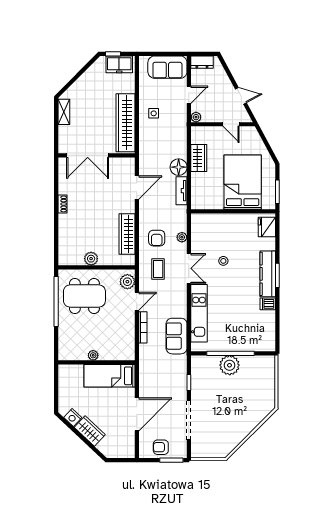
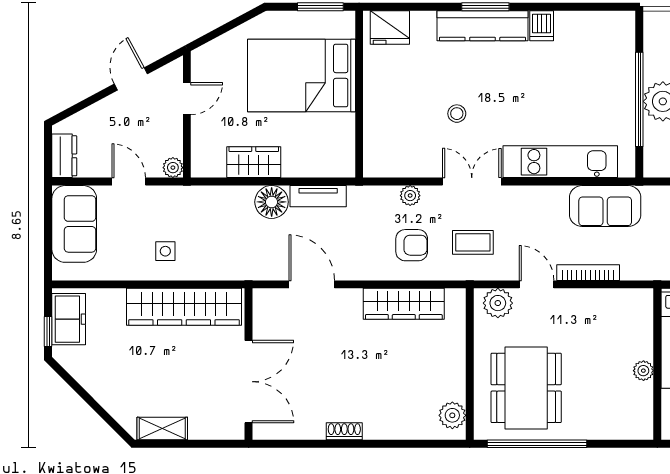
plant: (91, 259) -> (452, 415), moved

